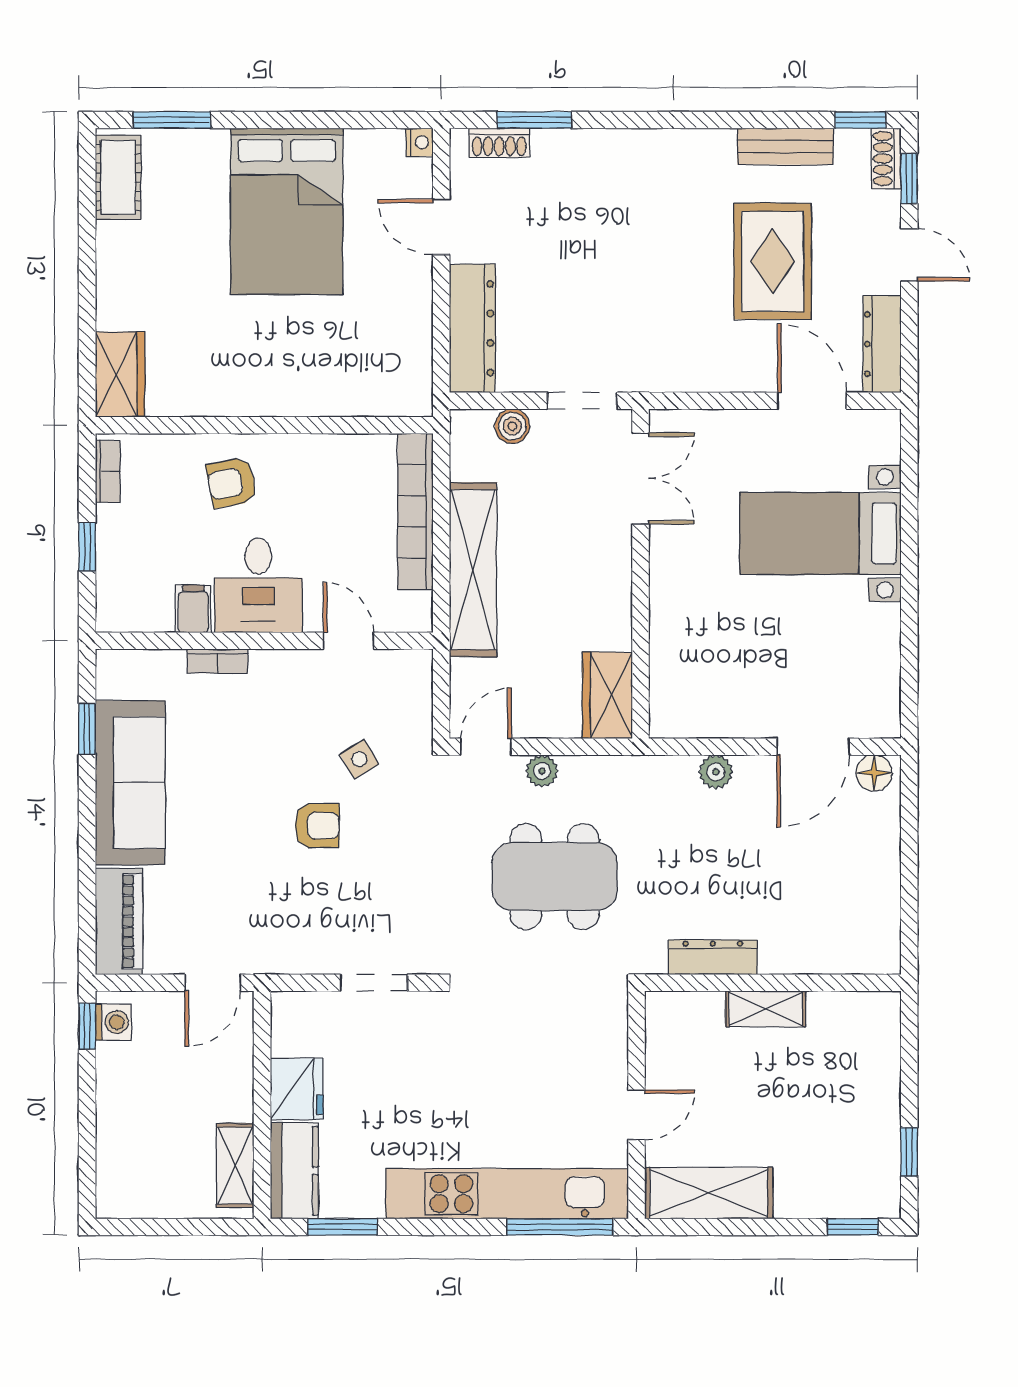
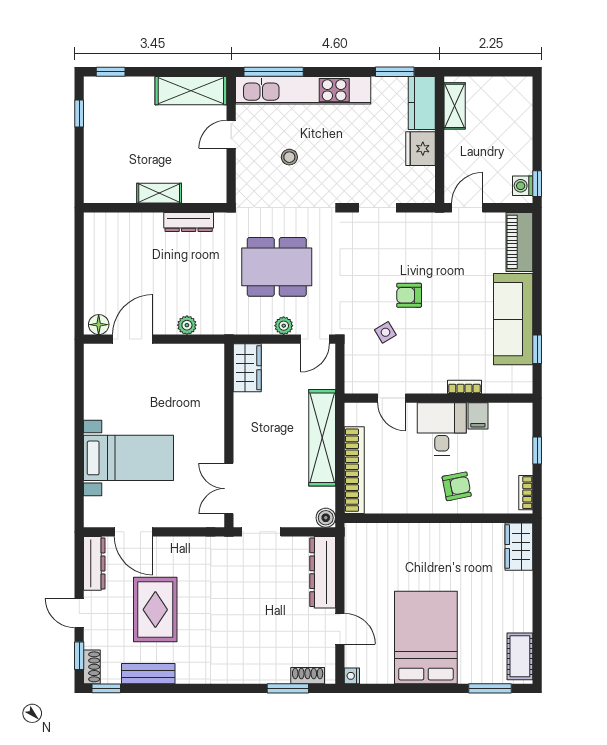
boiler: (512, 426) -> (326, 518), moved
stool: (532, 1074) -> (289, 157), added

